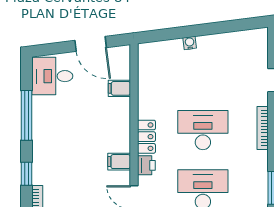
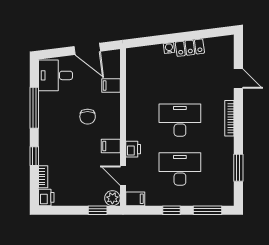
chair: (91, 126) -> (88, 117), added
locker: (146, 137) -> (190, 48), moved, turned 83

